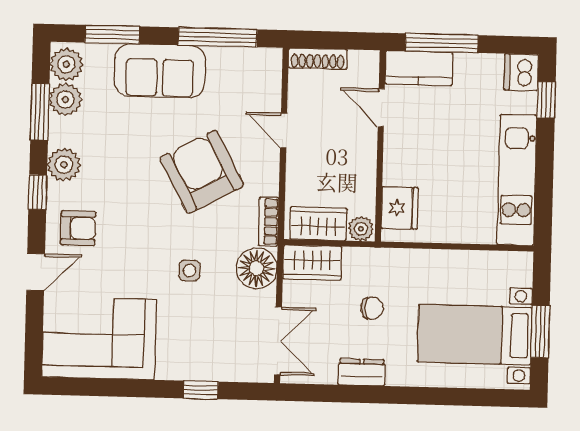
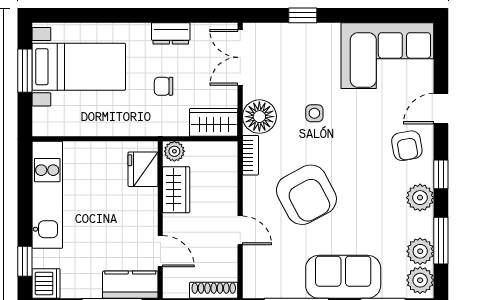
wardrobe: (318, 224) -> (176, 190), moved, turned -90
armchair: (78, 228) -> (407, 146), turned -100

